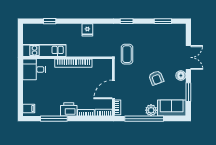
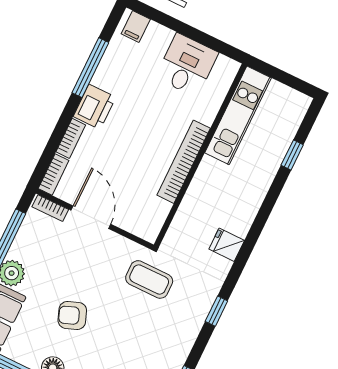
fridge: (87, 30) -> (227, 245), moved
desk: (34, 69) -> (187, 65), moved

